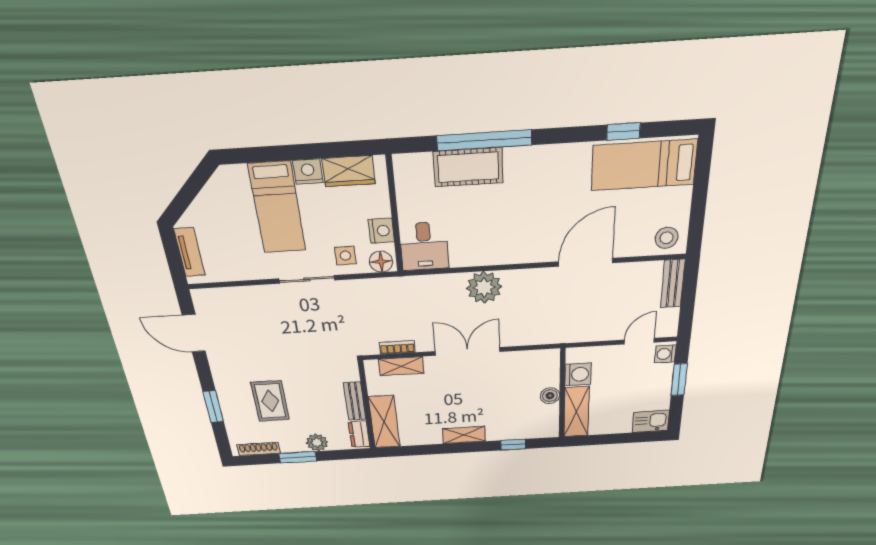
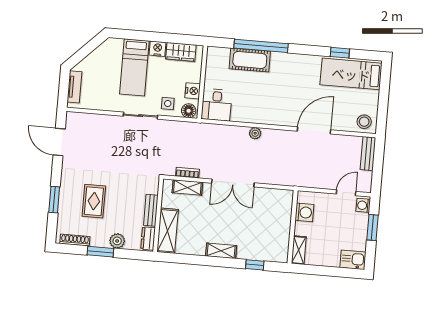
plant: (484, 287) -> (255, 133), width x0.53, depth x0.53
double door: (468, 351) -> (233, 183), swing flipped
boiler: (550, 396) -> (284, 227), removed
shelving: (576, 412) -> (299, 250), width x0.67, depth x0.75

